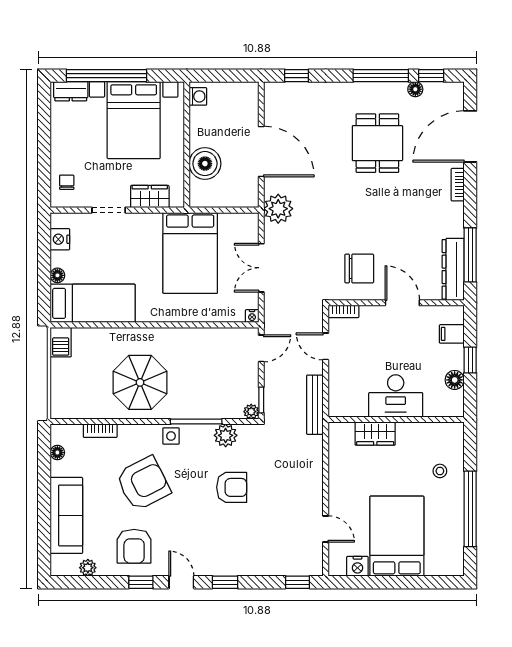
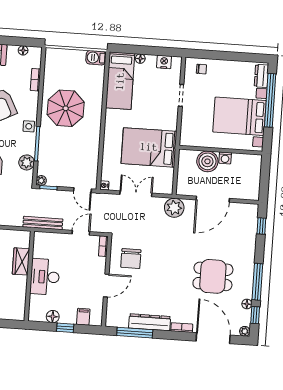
plant: (457, 90) -> (245, 331), added
washing machine: (198, 96) -> (225, 158), moved
wardrobe: (150, 197) -> (188, 123), removed
dresser: (453, 269) -> (150, 322), moved

